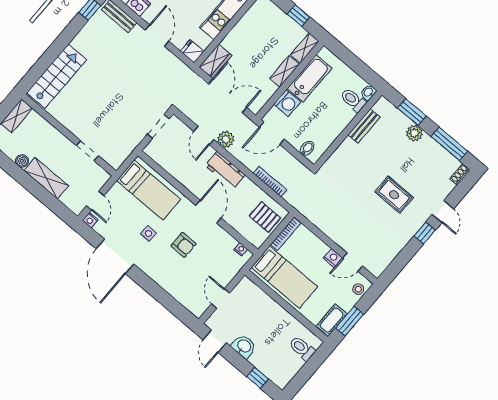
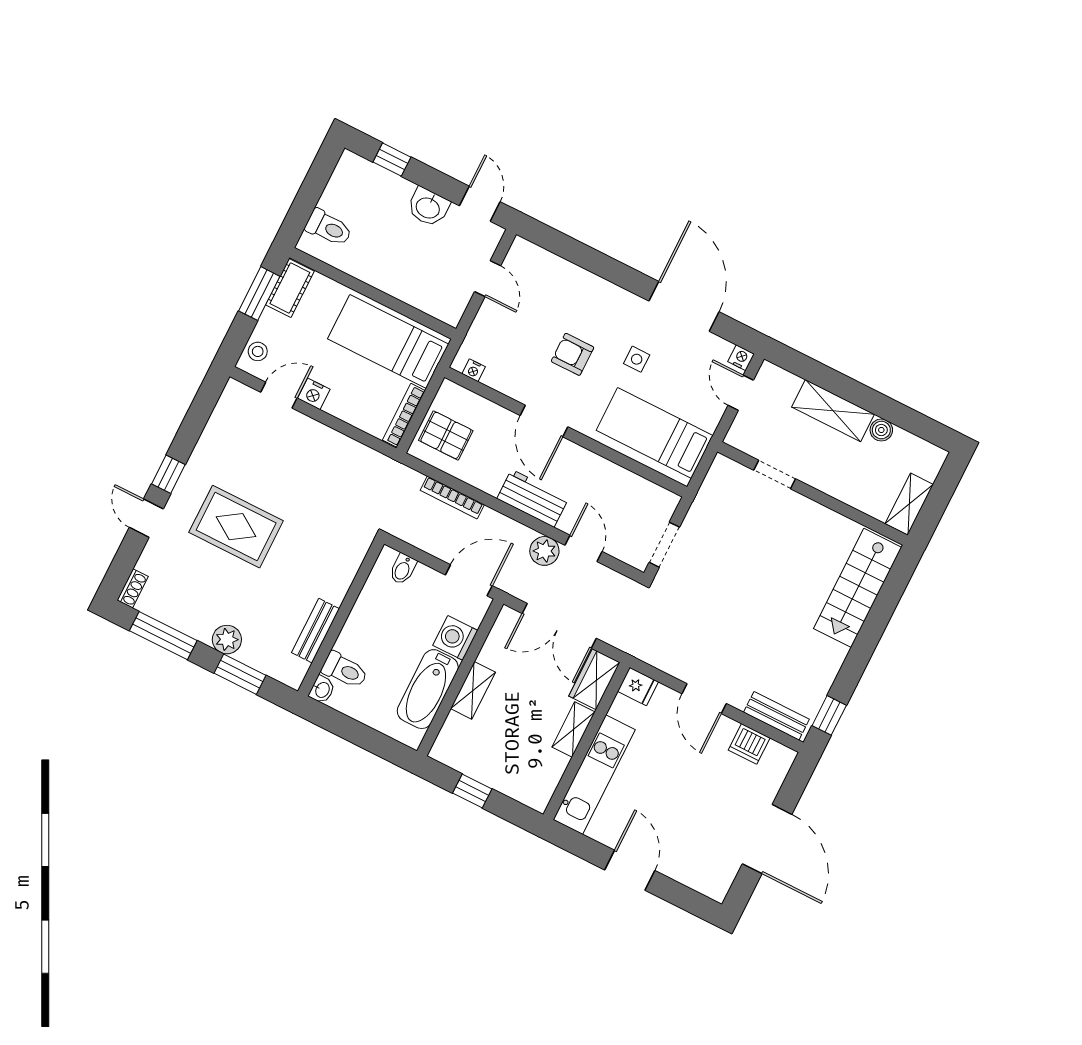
shelving: (305, 48) -> (574, 729), moved
rug: (394, 195) -> (236, 527), width x1.36, depth x1.43

